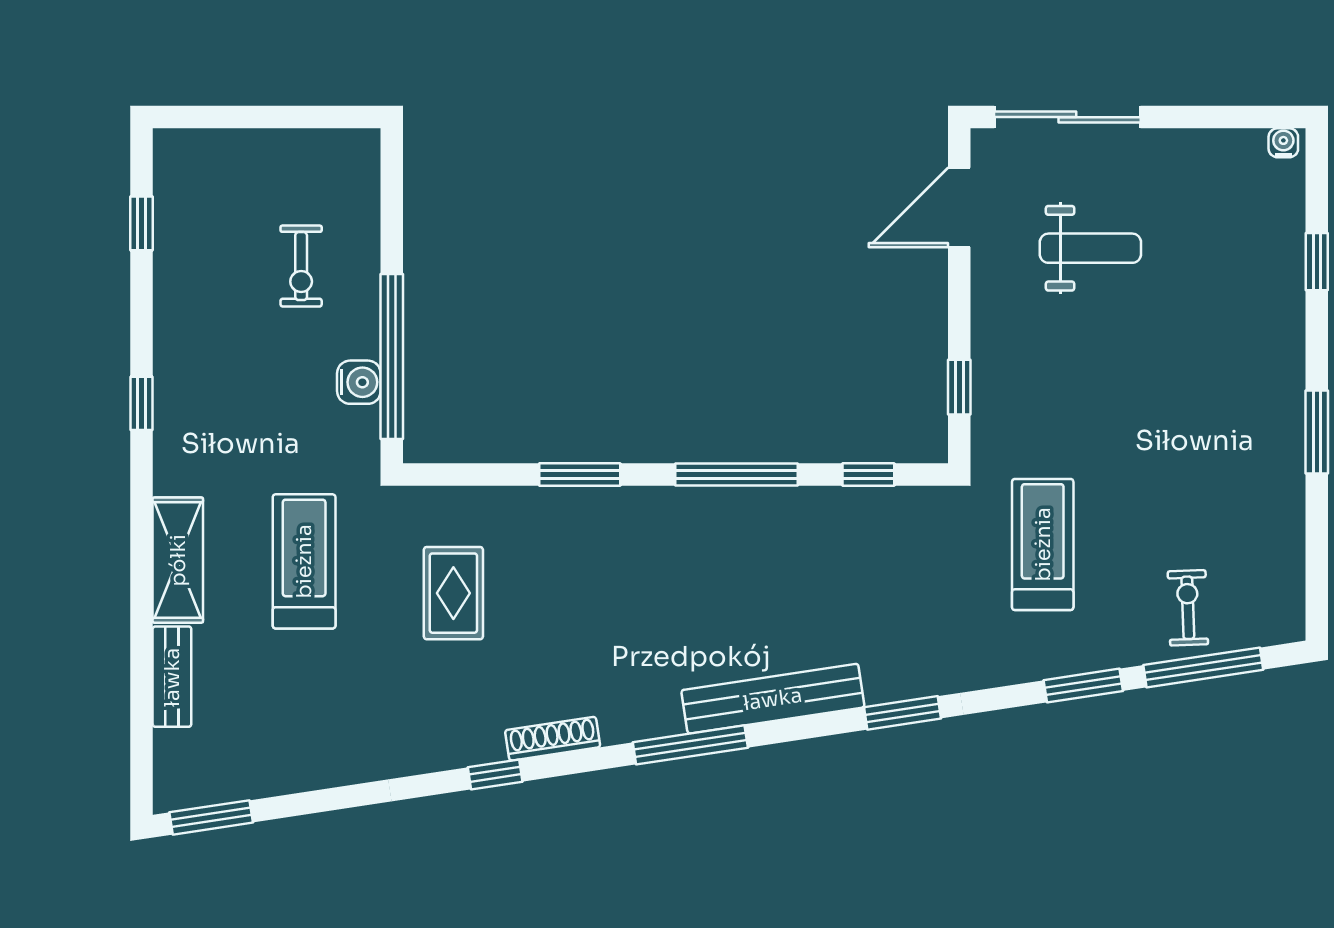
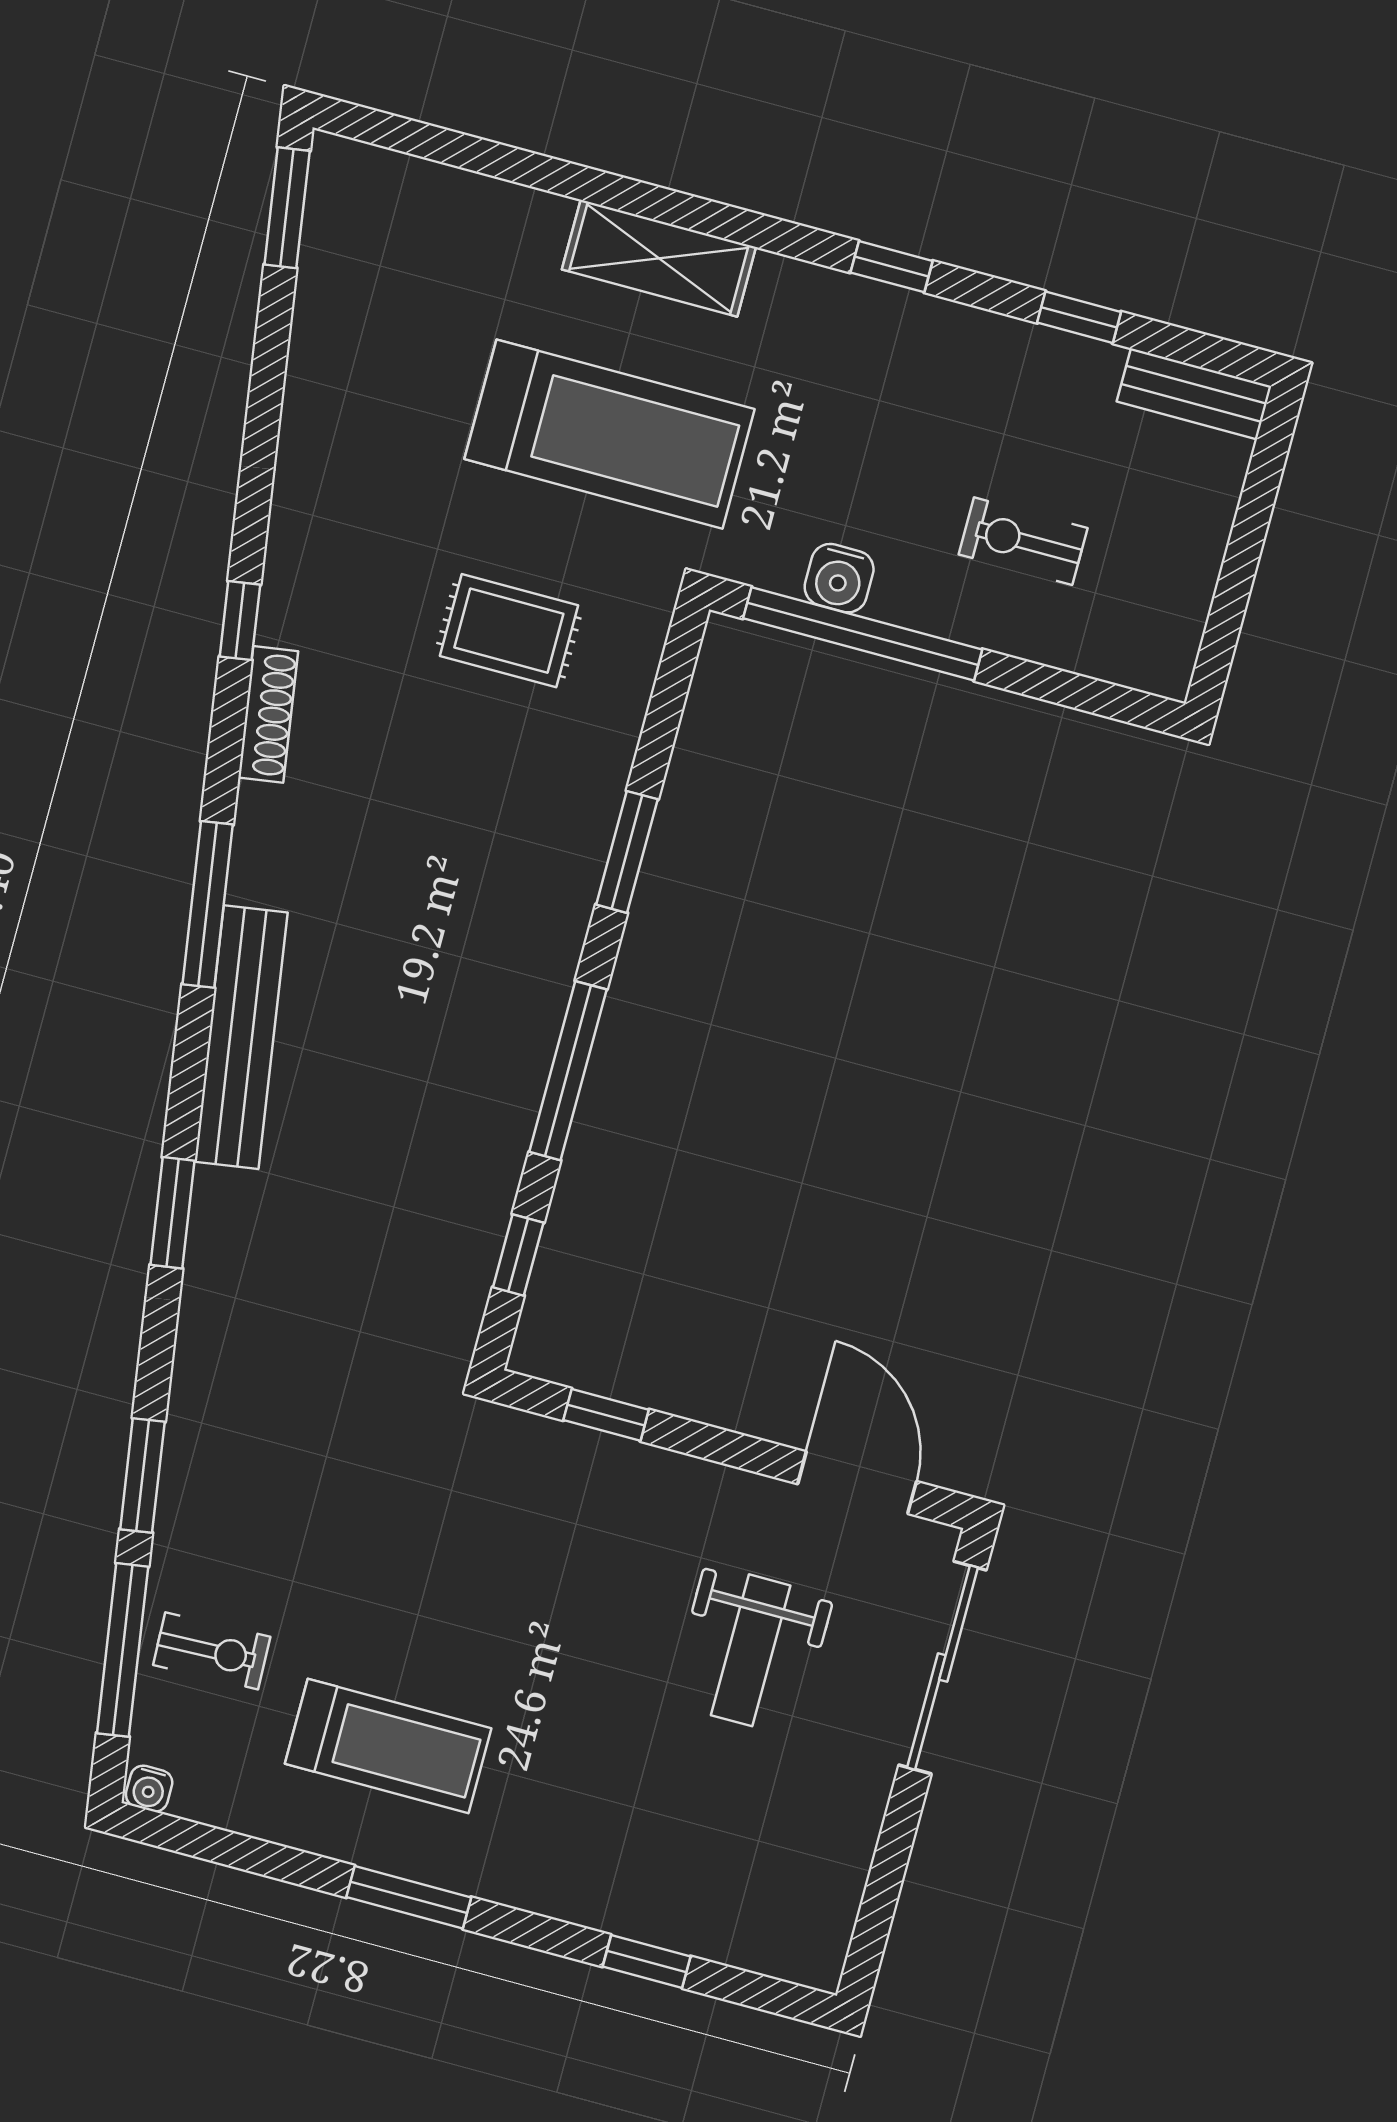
water cooler: (1283, 143) -> (149, 1789), moved, turned 90
window: (142, 223) -> (1079, 317), moved
treadmill: (1043, 544) -> (388, 1746), moved
treadmill: (304, 561) -> (610, 434), width x1.37, depth x1.38
bench: (172, 677) -> (1194, 394), moved

